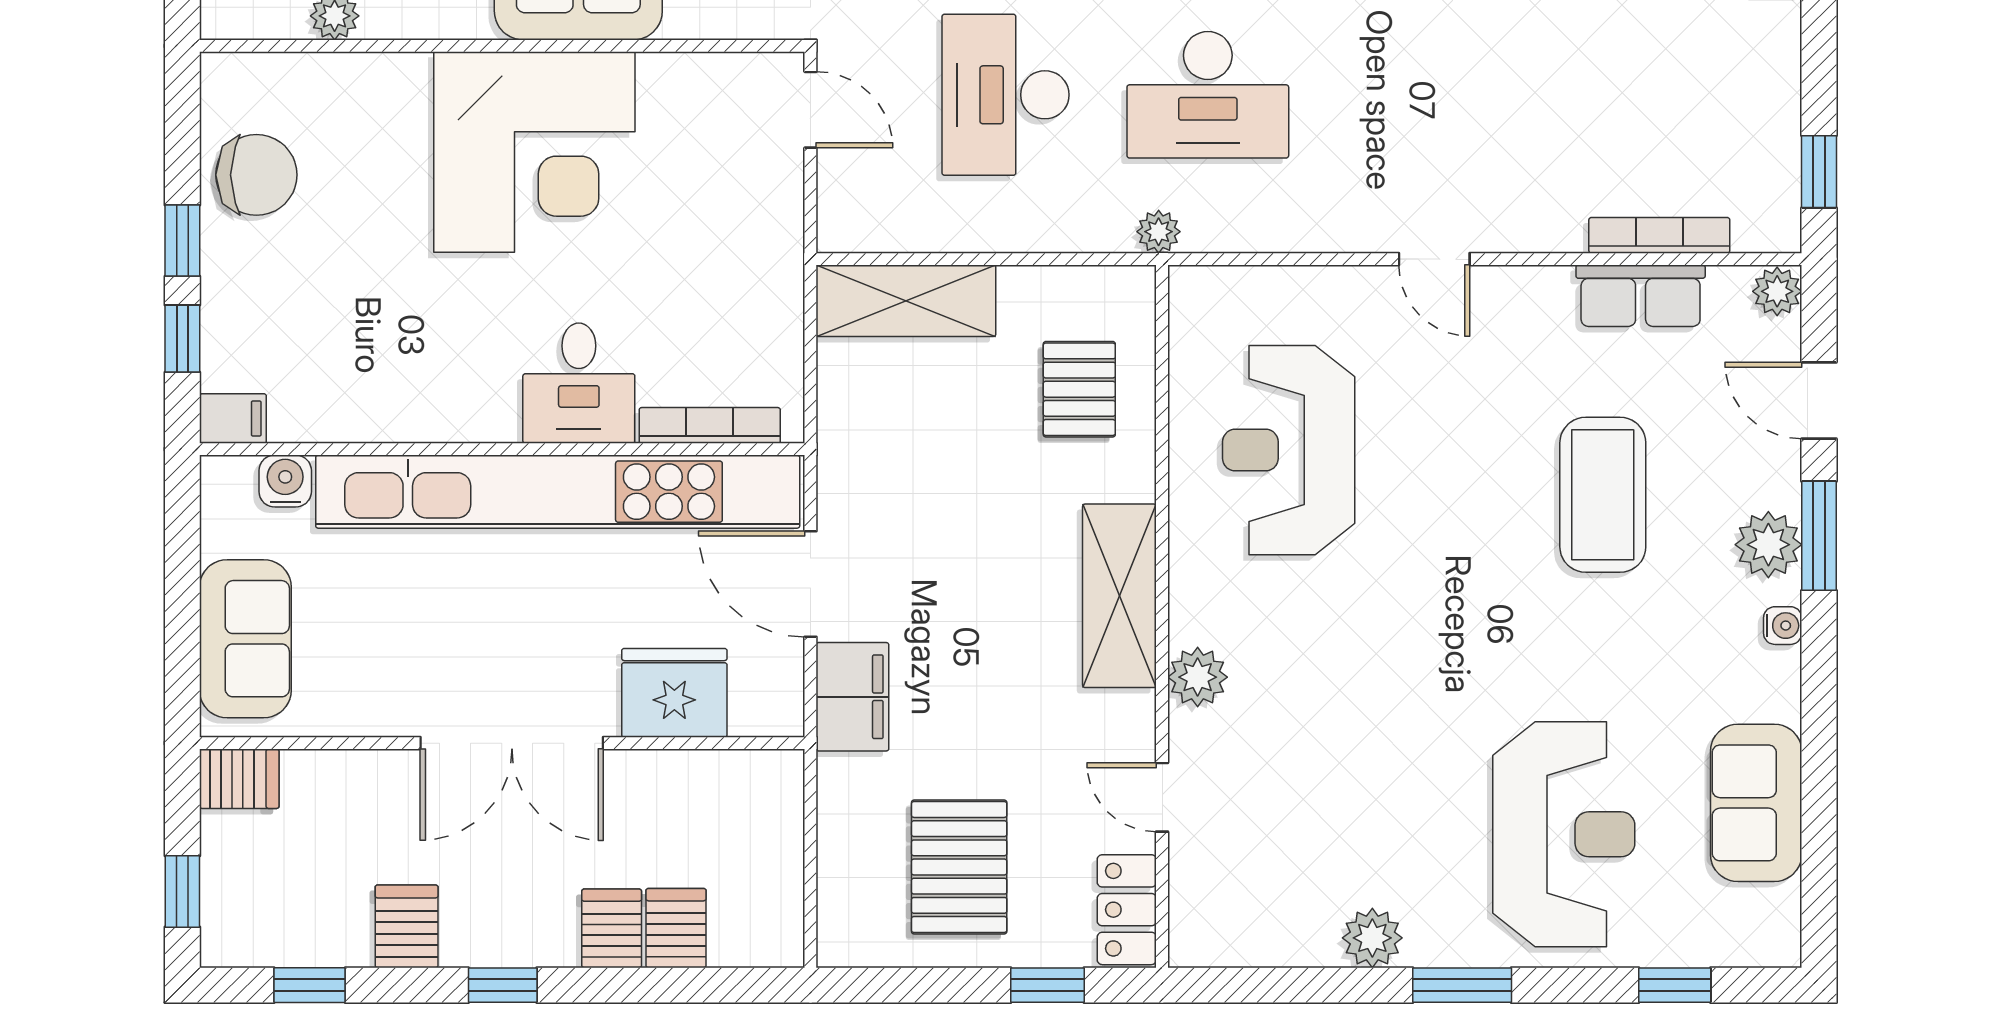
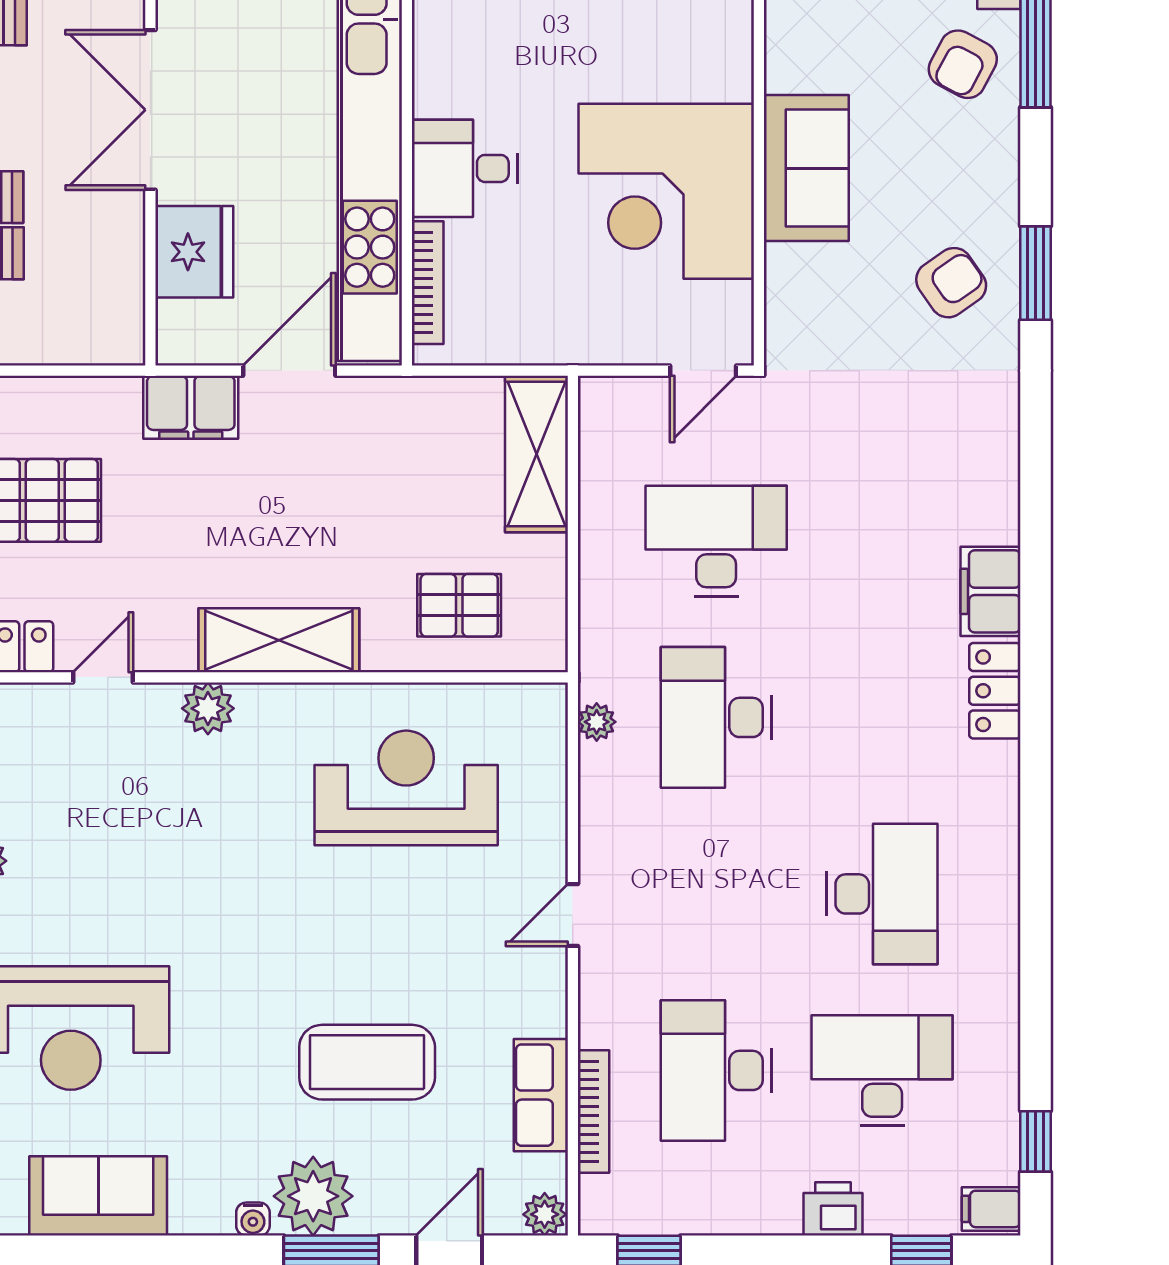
desk: (1612, 95) -> (716, 1070), added
corner desk: (534, 152) -> (666, 191), moved
plant: (1159, 232) -> (597, 722), moved
plant: (1768, 545) -> (313, 1196), width x1.36, depth x1.36

